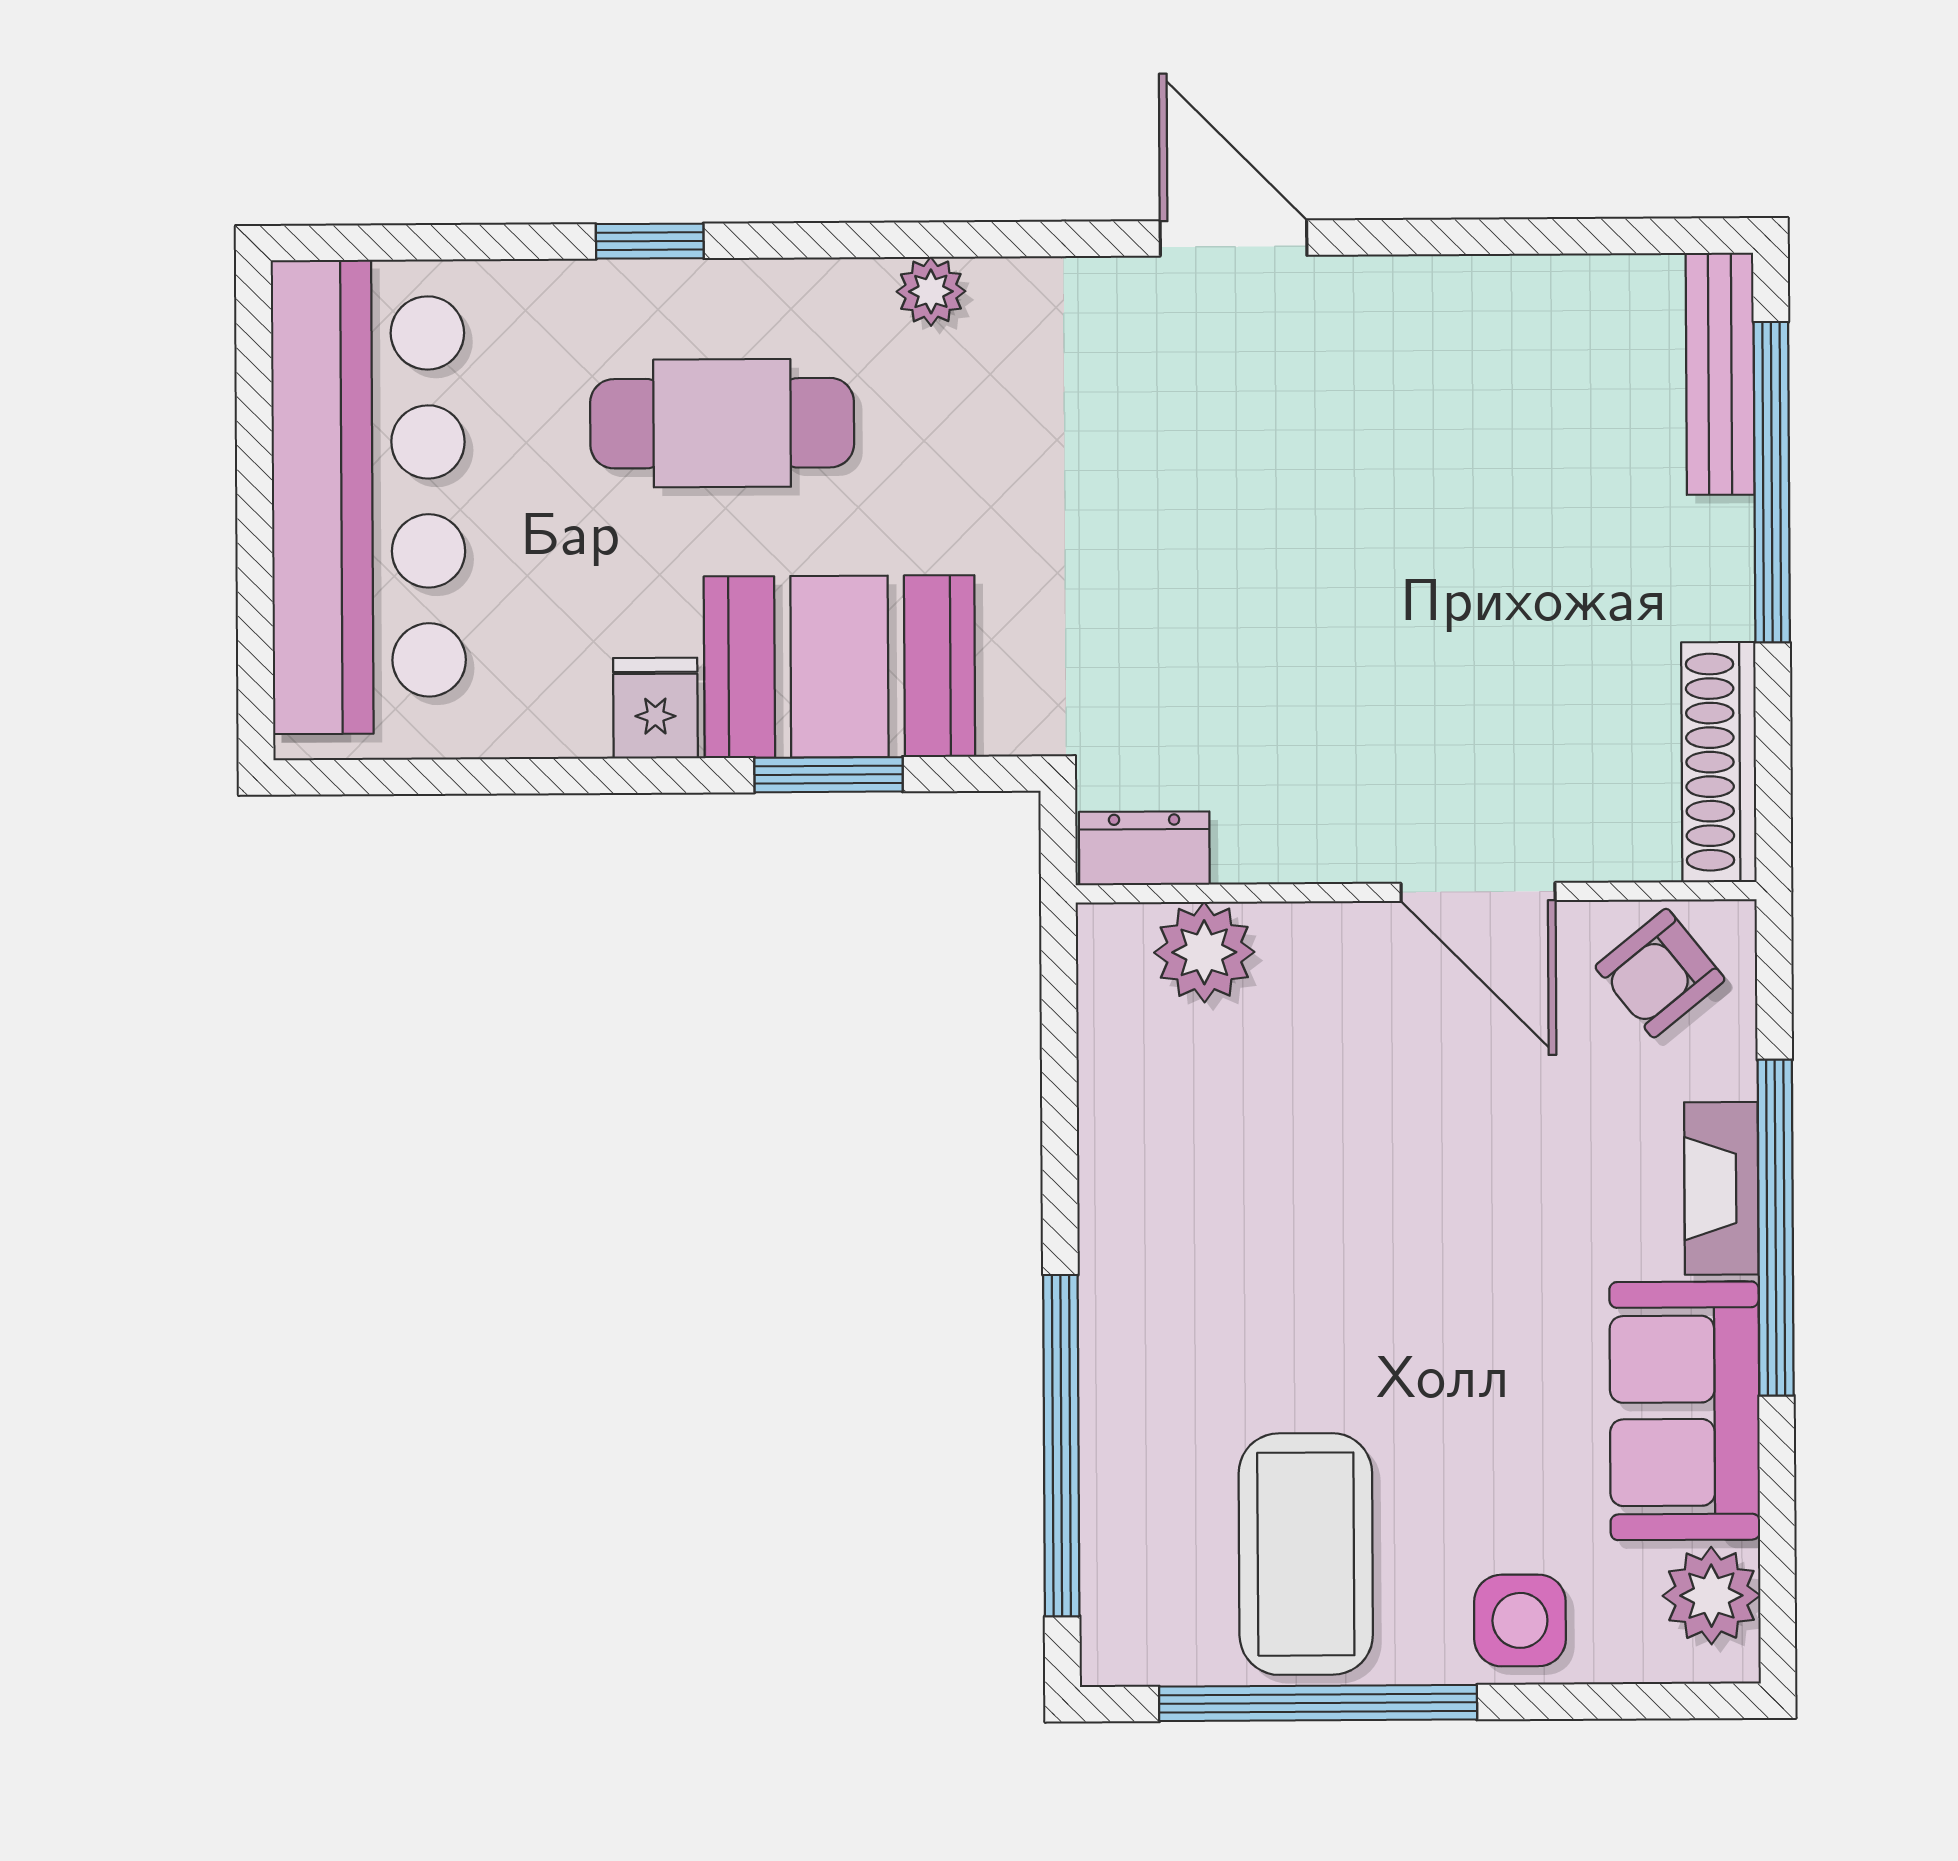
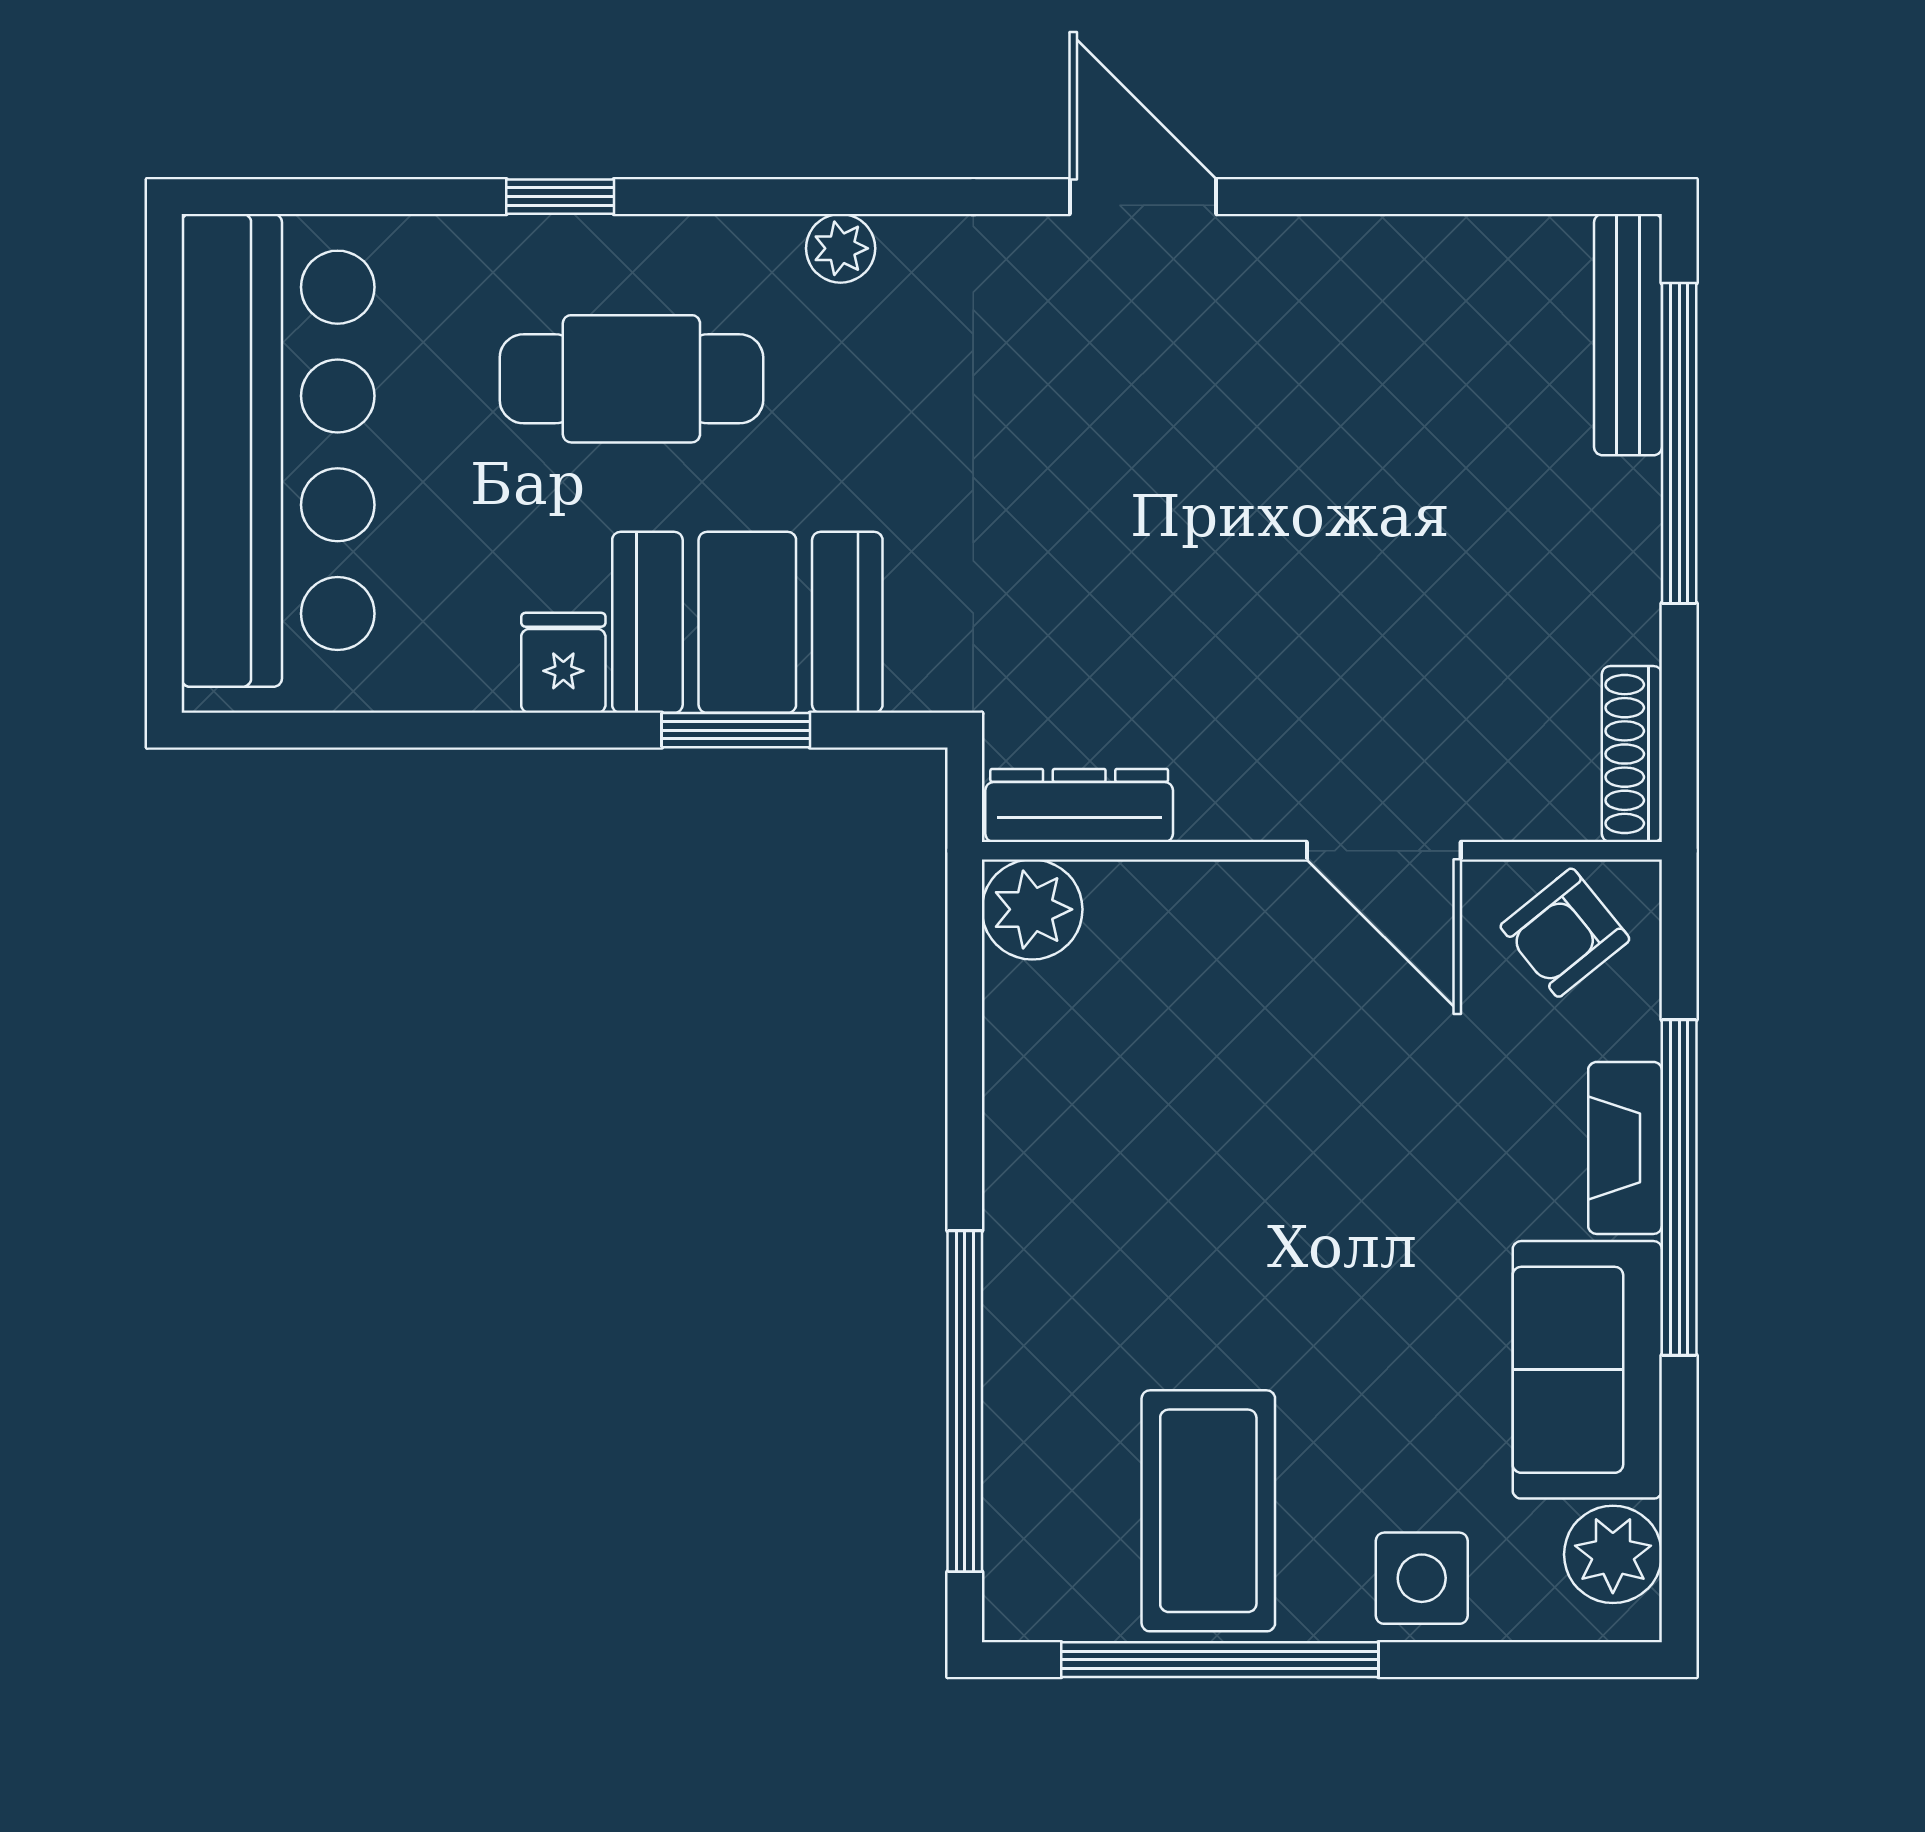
shoe rack: (1719, 762) -> (1632, 754), width x0.74, depth x0.81
dresser: (1144, 848) -> (1079, 805), width x1.44
plant: (1204, 952) -> (1032, 909), moved

